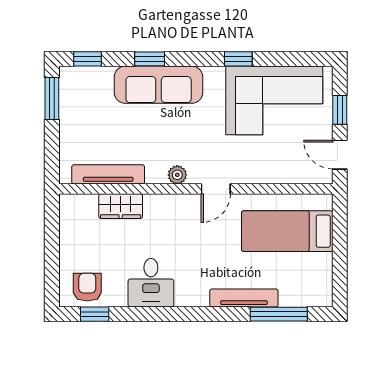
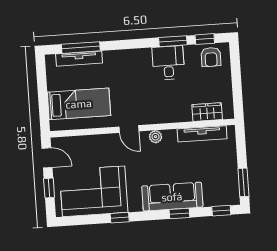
door: (216, 189) -> (129, 129), swing flipped
wardrobe: (121, 206) -> (207, 112), moved
tv unit: (244, 298) -> (79, 59), moved
window: (142, 314) -> (173, 41), added

